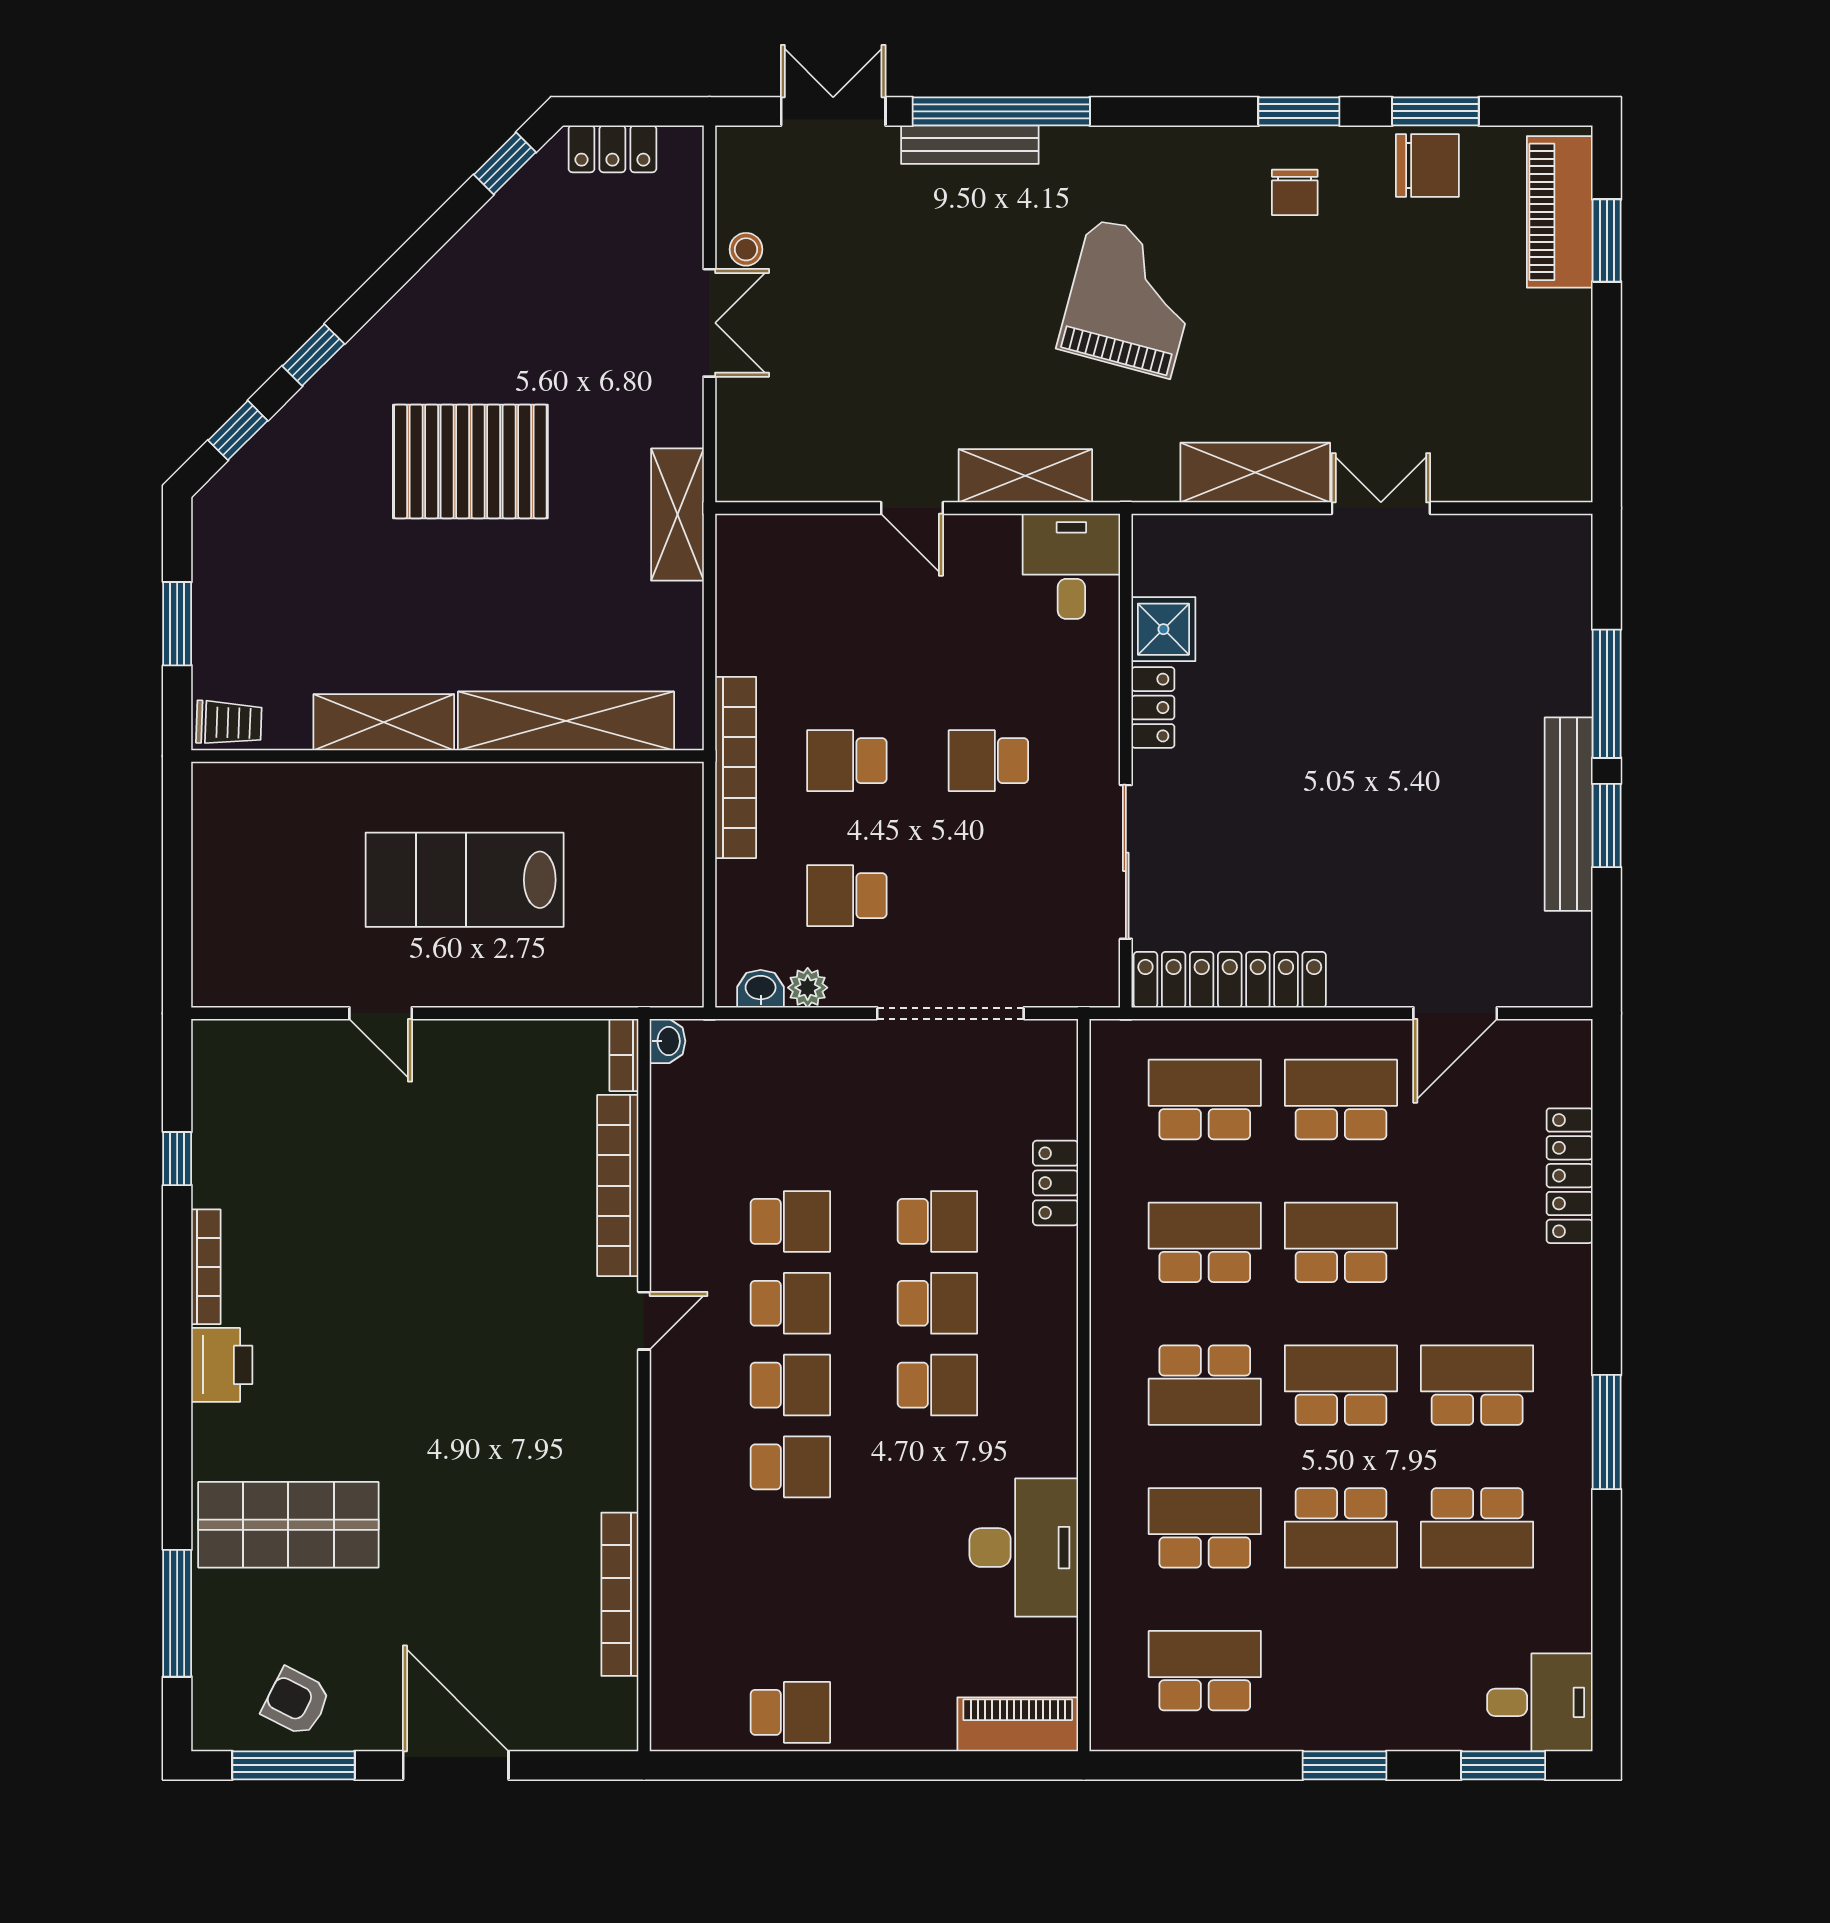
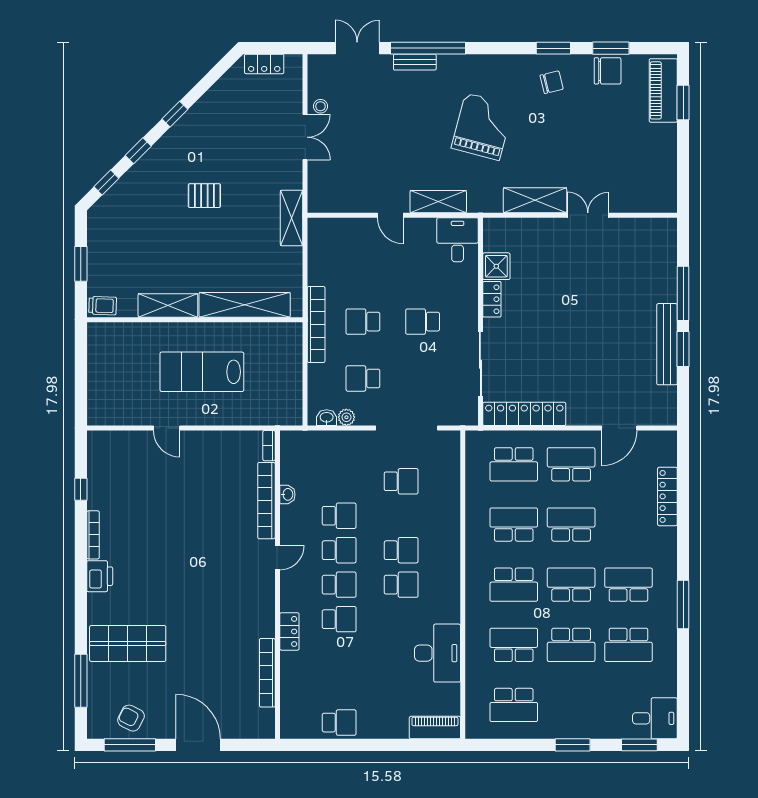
bench: (970, 145) -> (415, 62), width x0.73
window: (505, 163) -> (175, 114), moved
chair: (1295, 192) -> (552, 82), turned -104
pallet: (470, 461) -> (204, 196), width x0.49, depth x0.50
washbasin: (668, 1041) -> (287, 494), moved
school desk: (1205, 1099) -> (514, 464), turned 180
locker: (1055, 1183) -> (289, 631), moved, turned 180
school desk: (937, 1221) -> (401, 481), moved
school desk: (1205, 1671) -> (514, 705), turned 180

